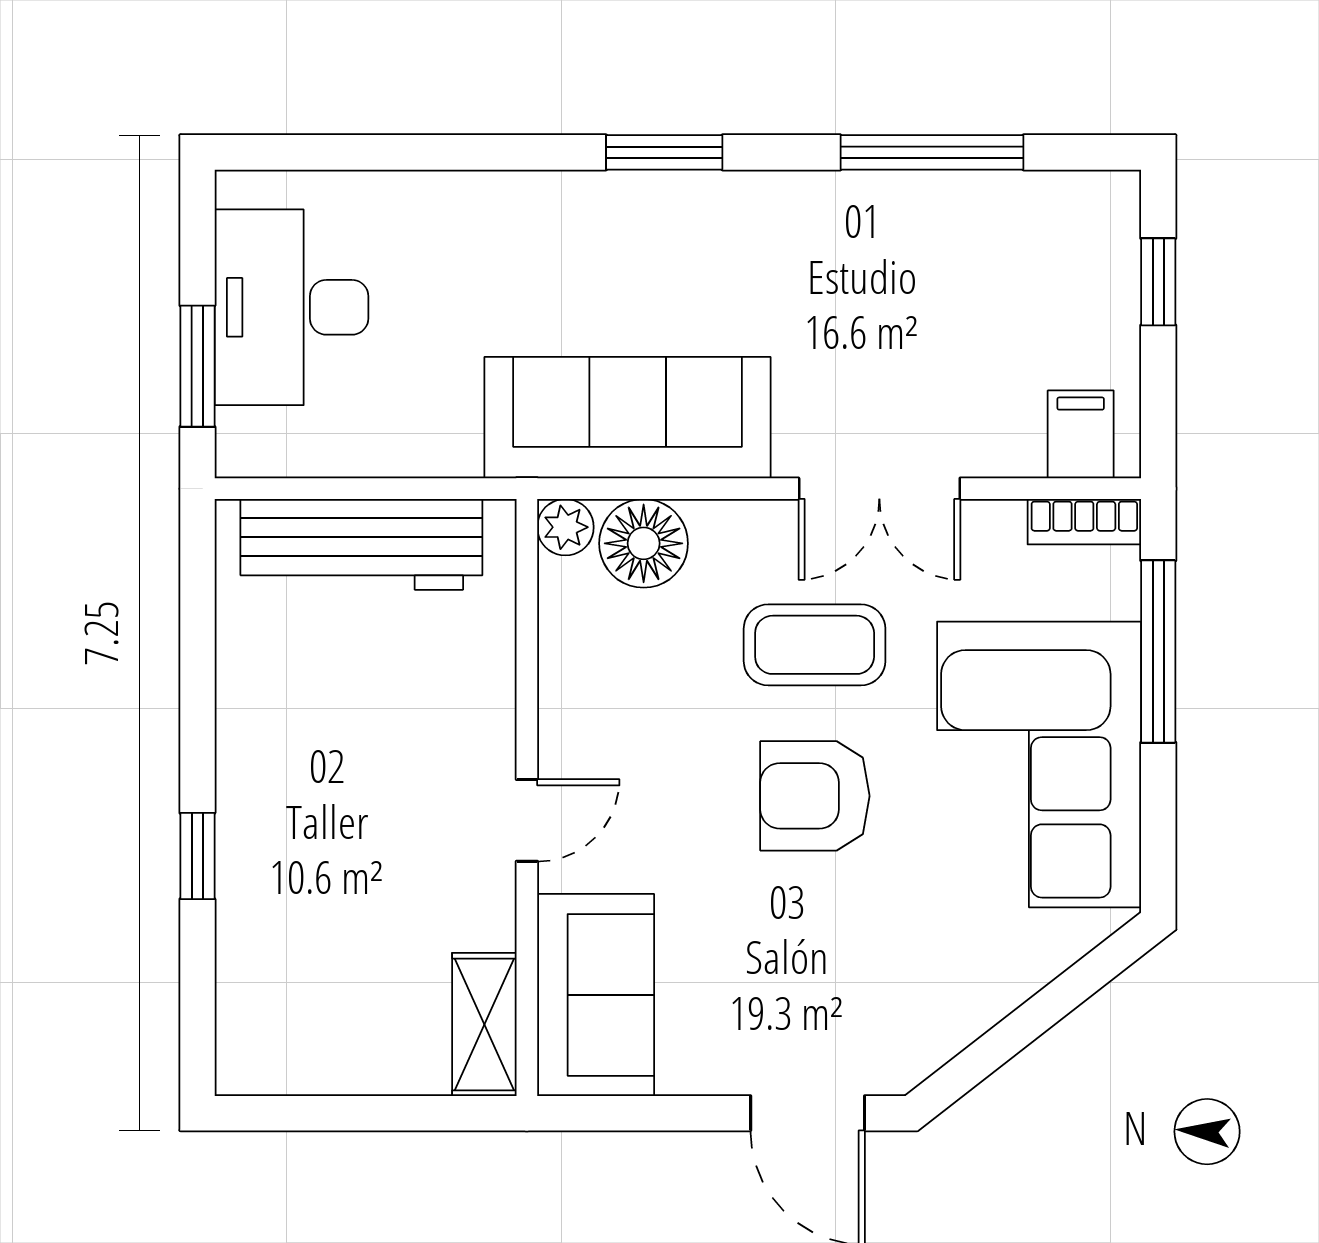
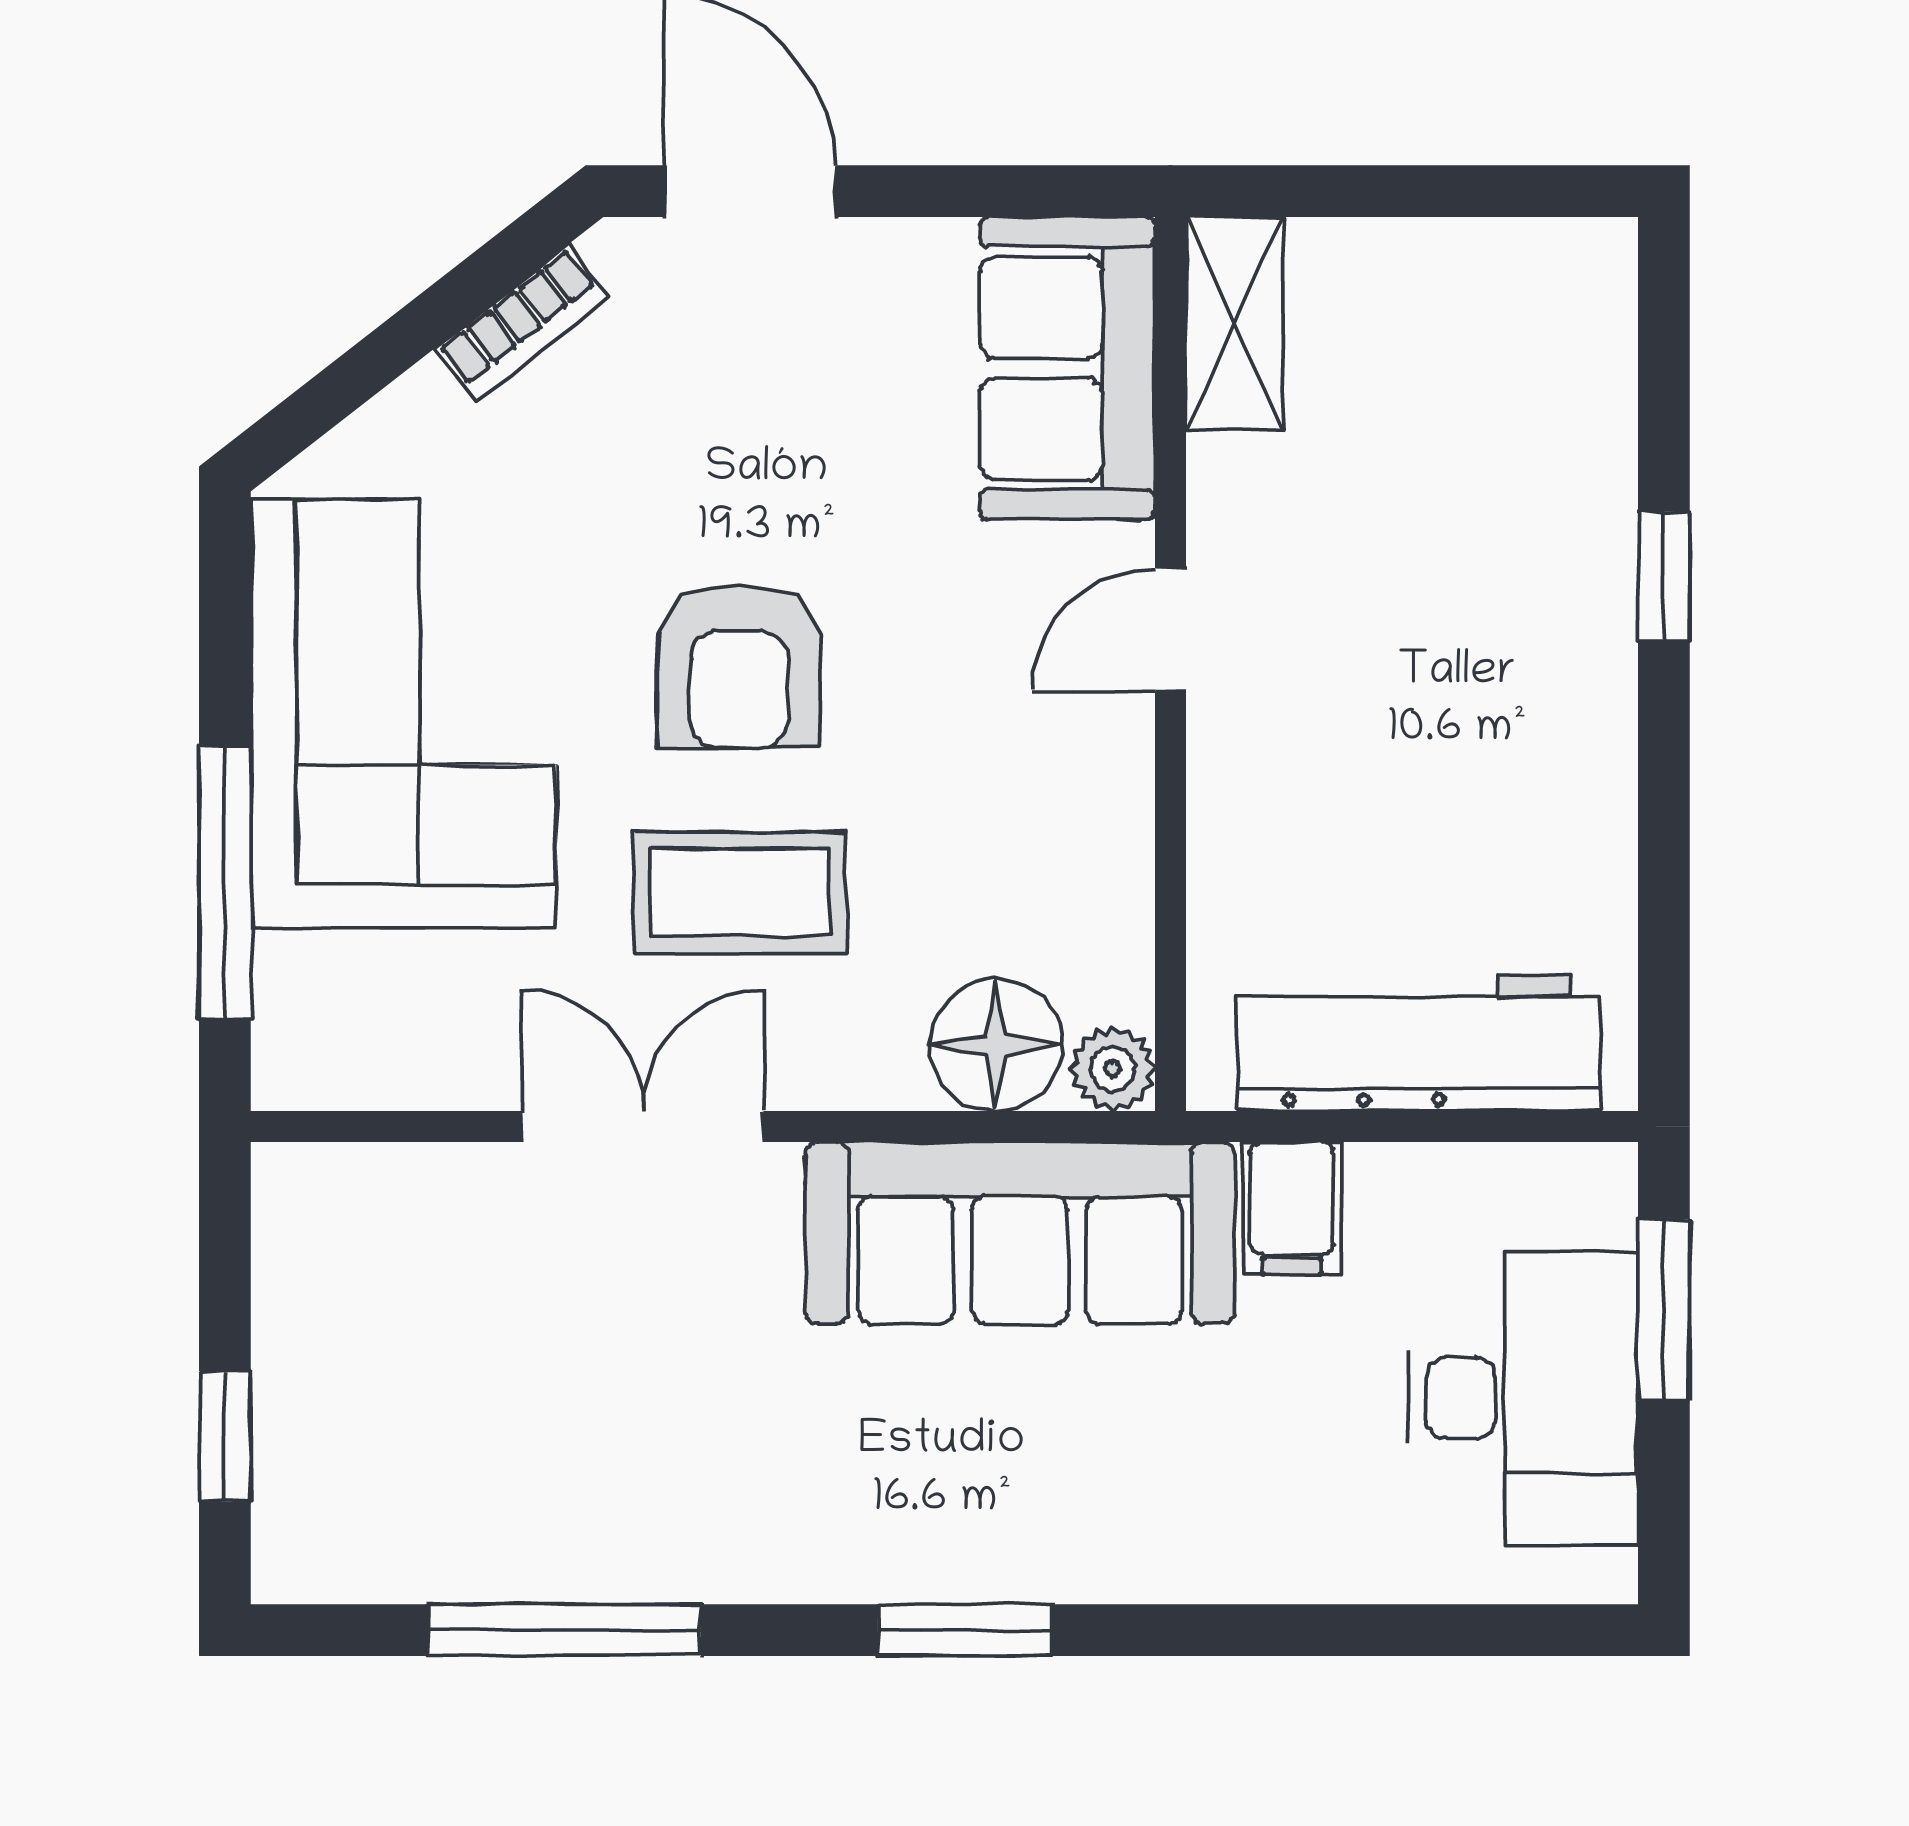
filing cabinet: (1081, 434) -> (1292, 1208), moved
bookcase: (1084, 522) -> (522, 323), moved, turned 142
armchair: (815, 796) -> (739, 666), turned 90

